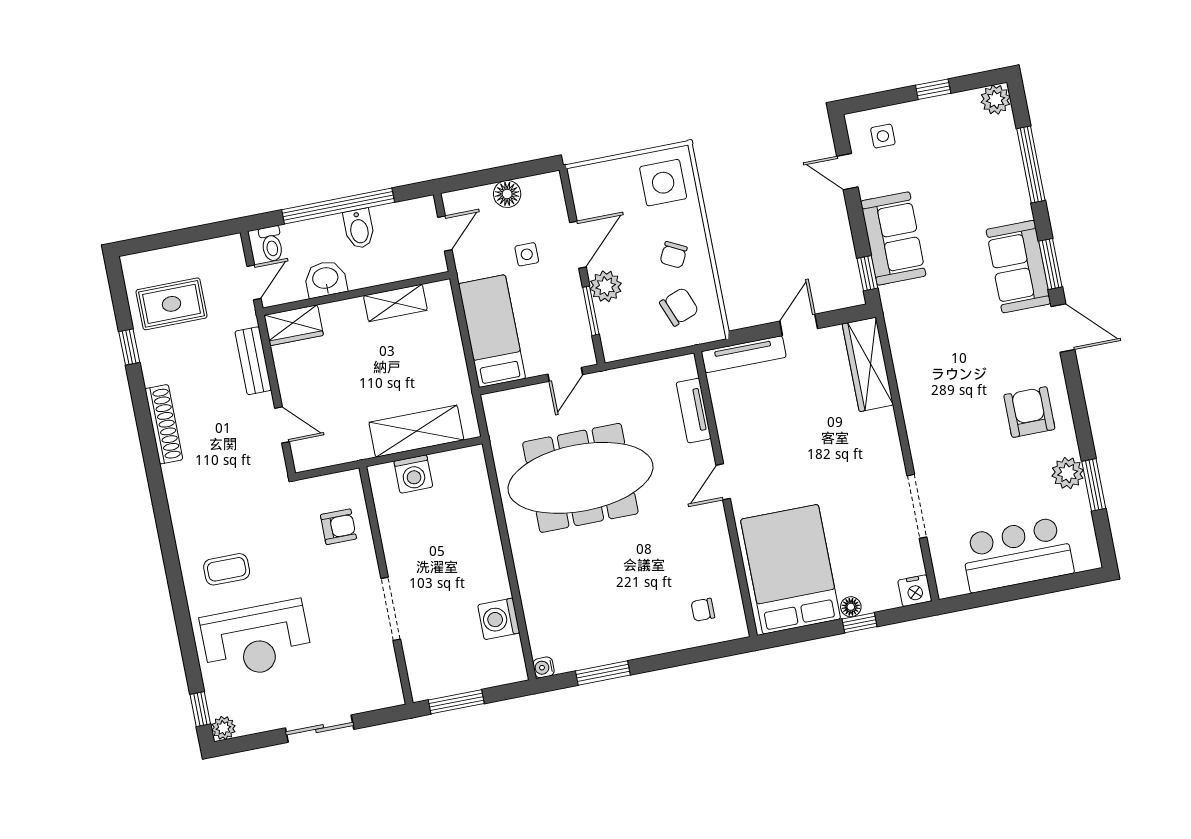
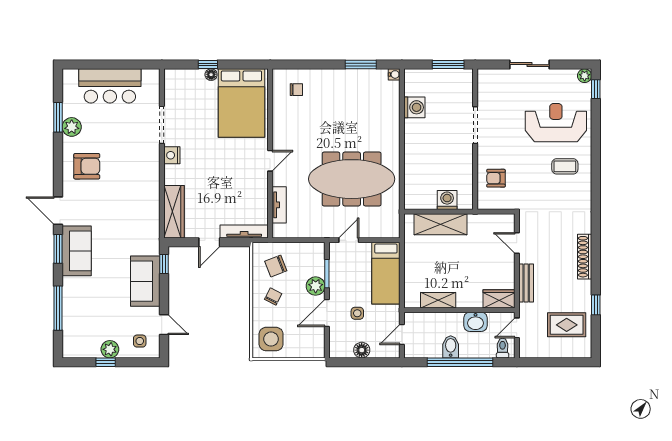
plant: (996, 100) -> (110, 349), moved
armchair: (1029, 412) -> (87, 166), turned -90
nightstand: (915, 591) -> (172, 155), moved, turned -90

